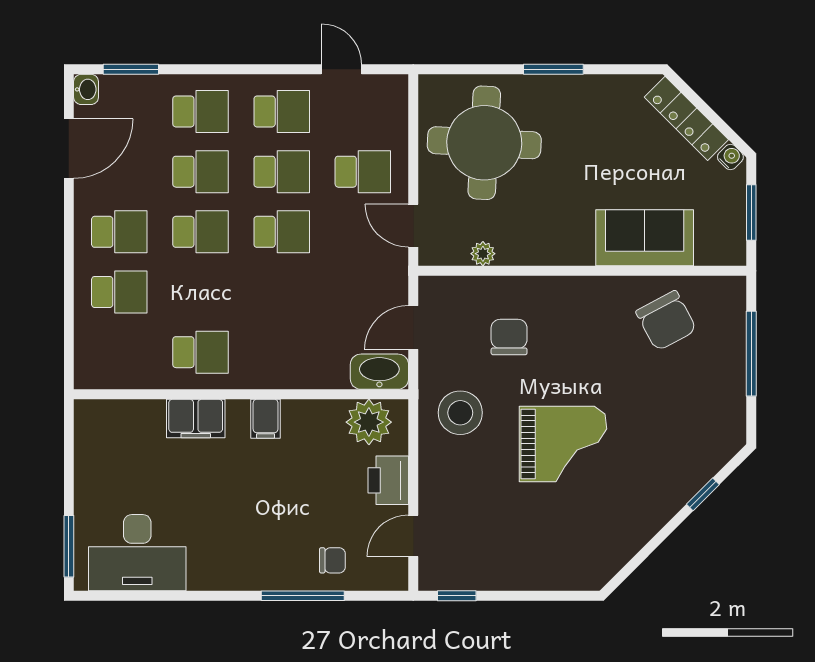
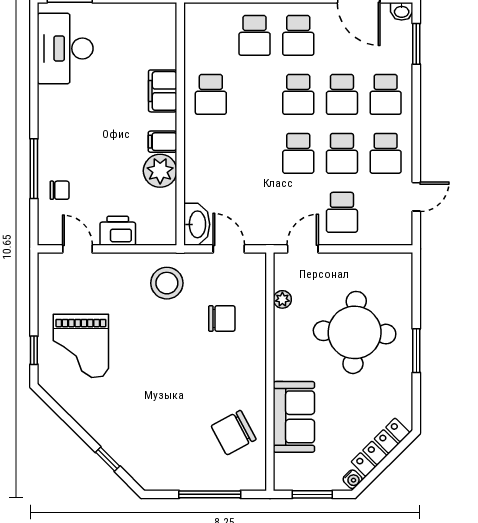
round table: (484, 143) -> (355, 332), moved
plant: (369, 422) -> (160, 171), moved
grand piano: (563, 444) -> (81, 346), moved
chair: (332, 560) -> (60, 190), turned -90
window: (457, 596) -> (34, 350), moved

